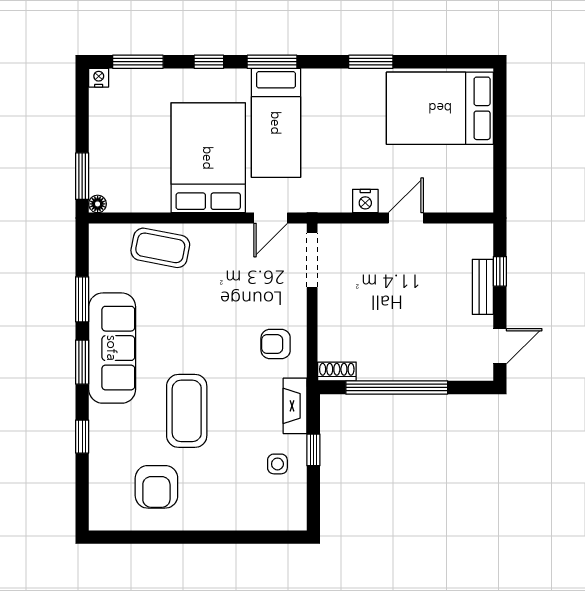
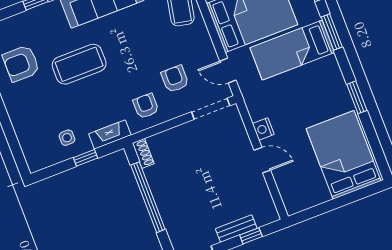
armchair: (255, 292) -> (175, 79), added

